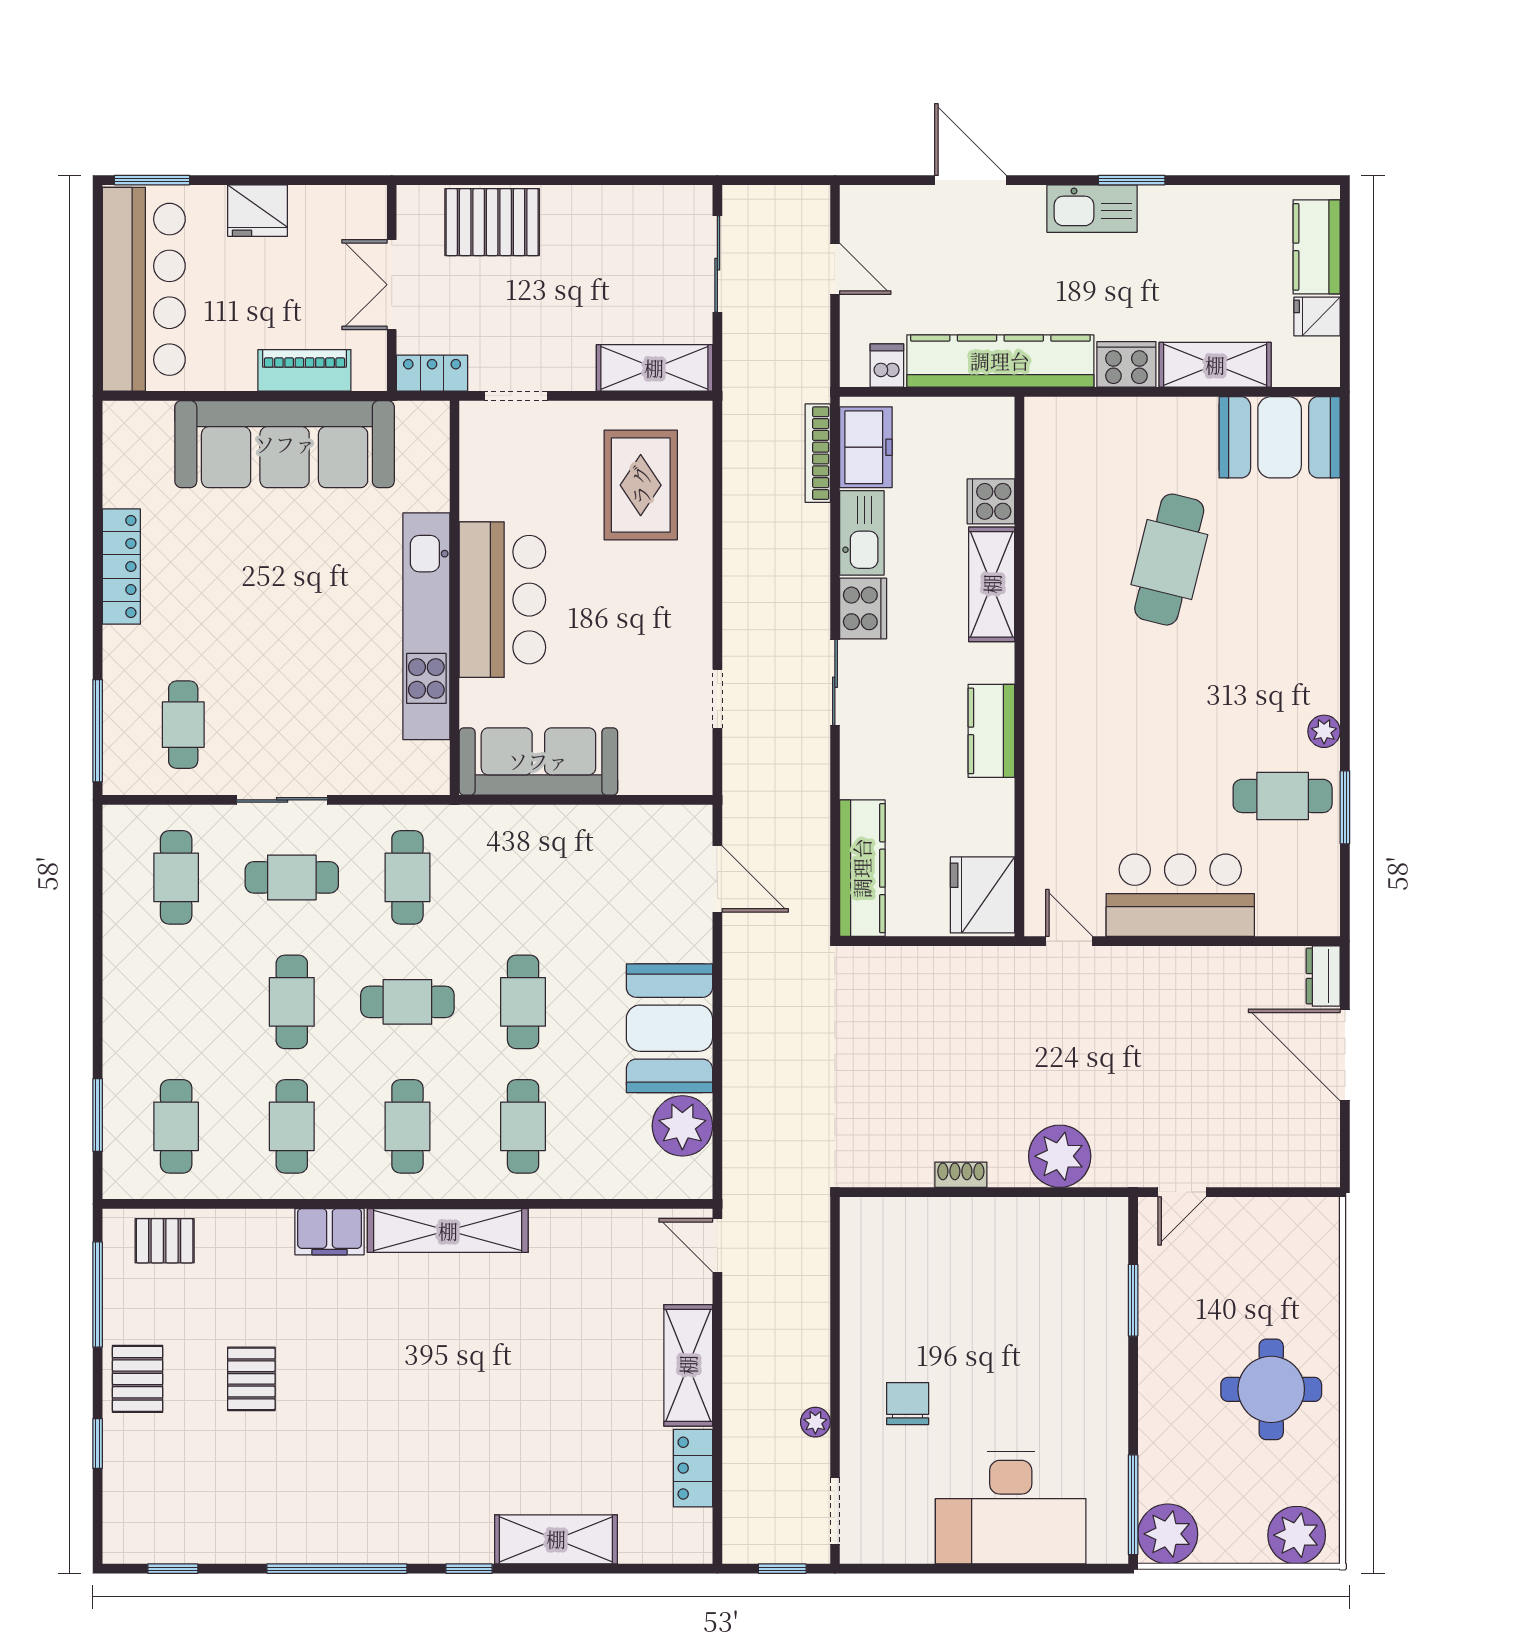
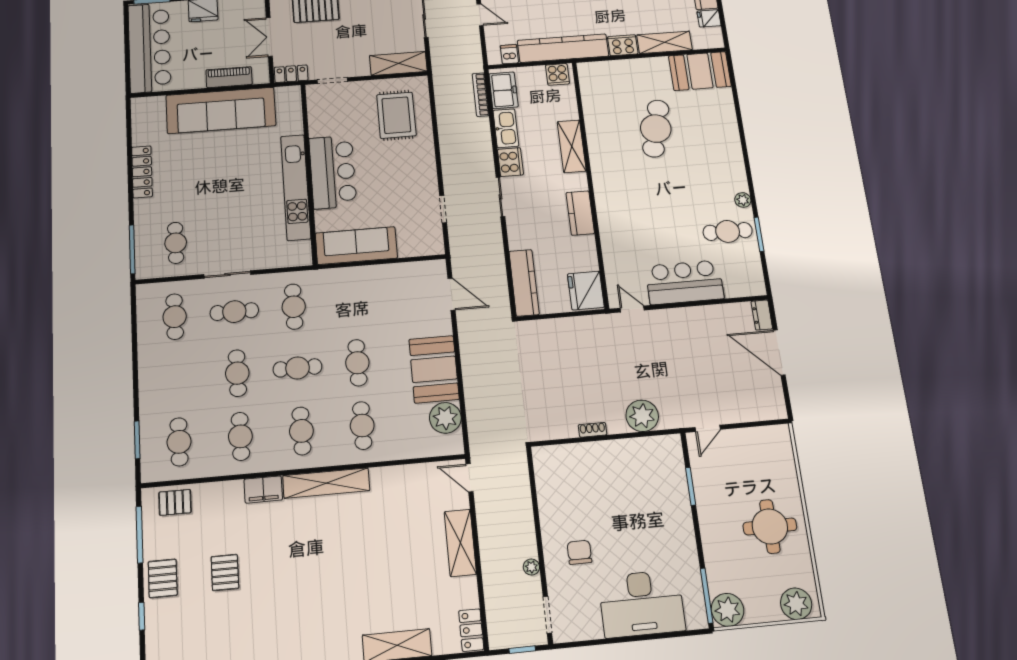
cooker: (991, 501) -> (557, 74), moved, turned -90
locker: (693, 1468) -> (471, 630), moved

